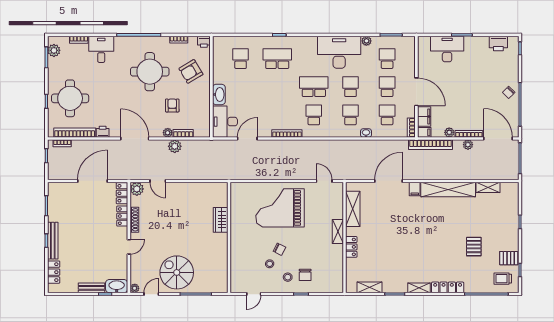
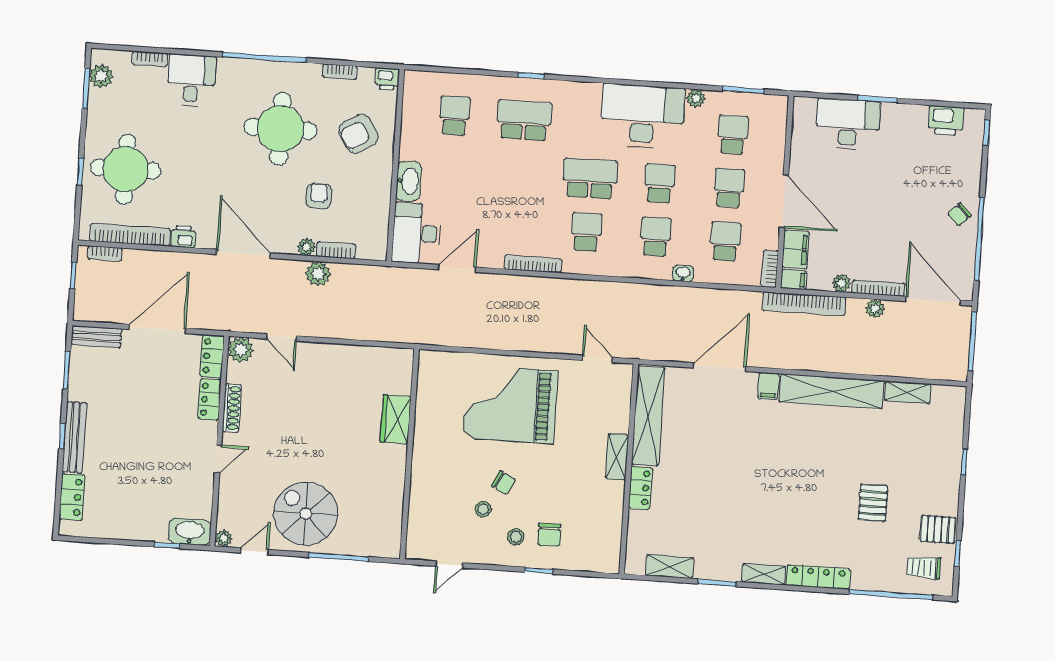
shelving: (353, 209) -> (648, 416), width x1.47
bench: (92, 288) -> (96, 336), moved

